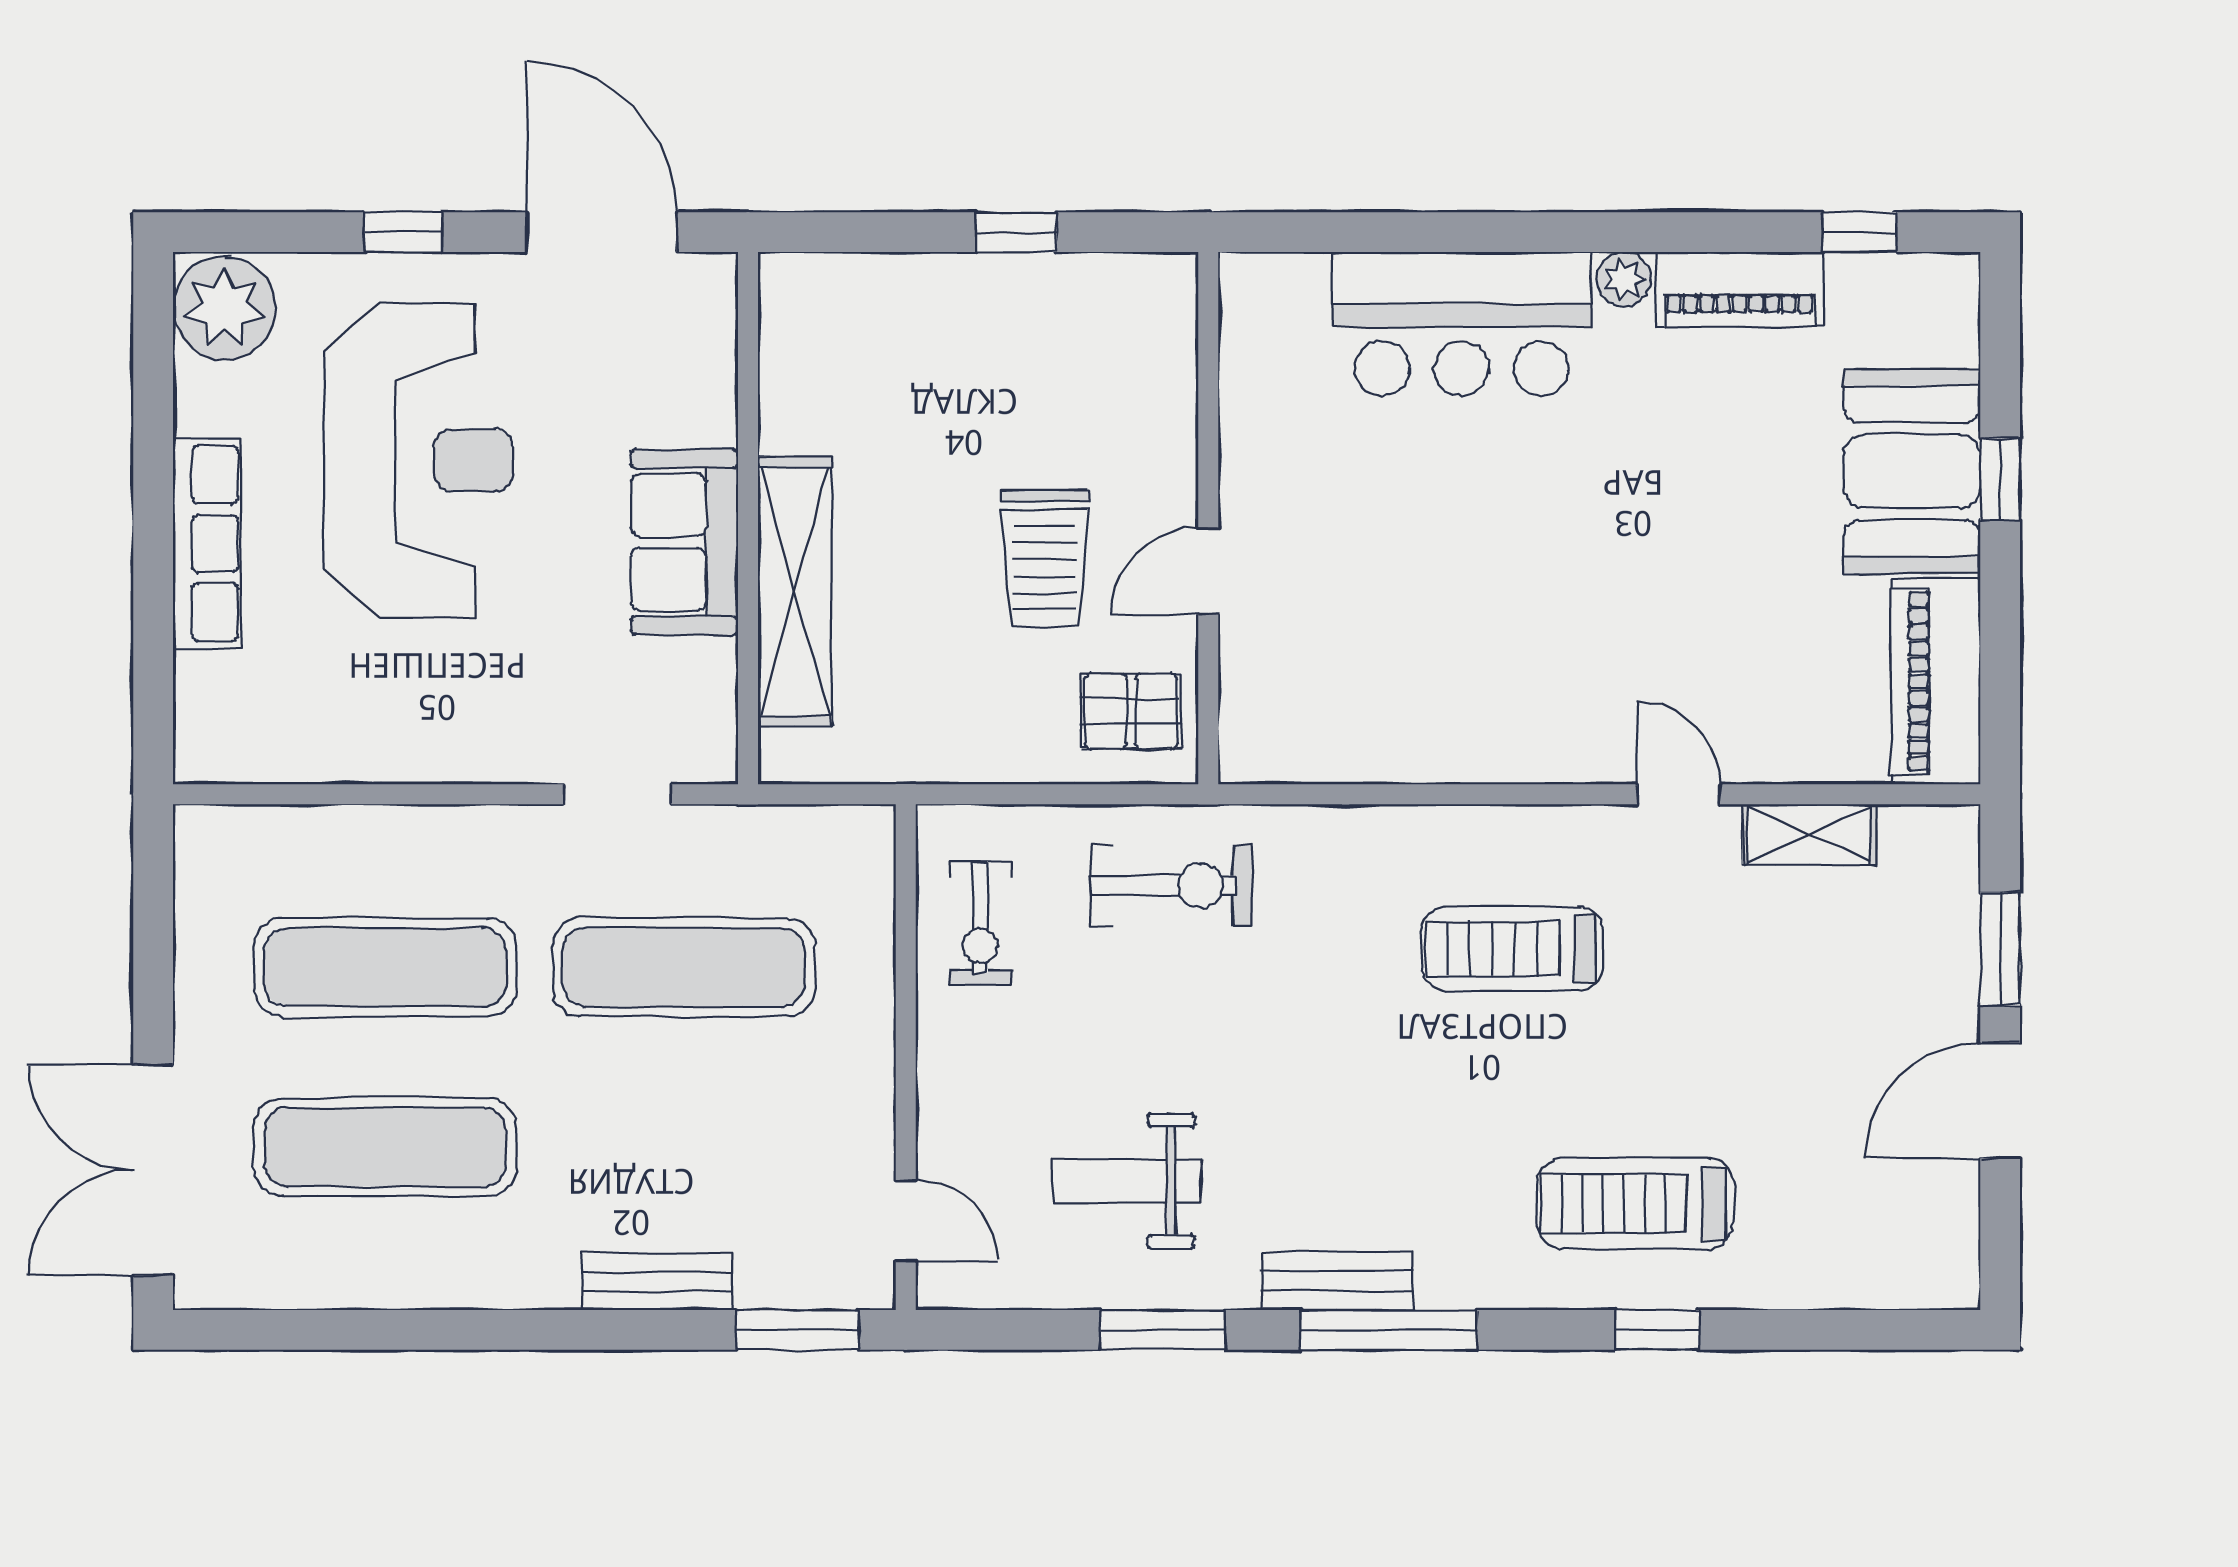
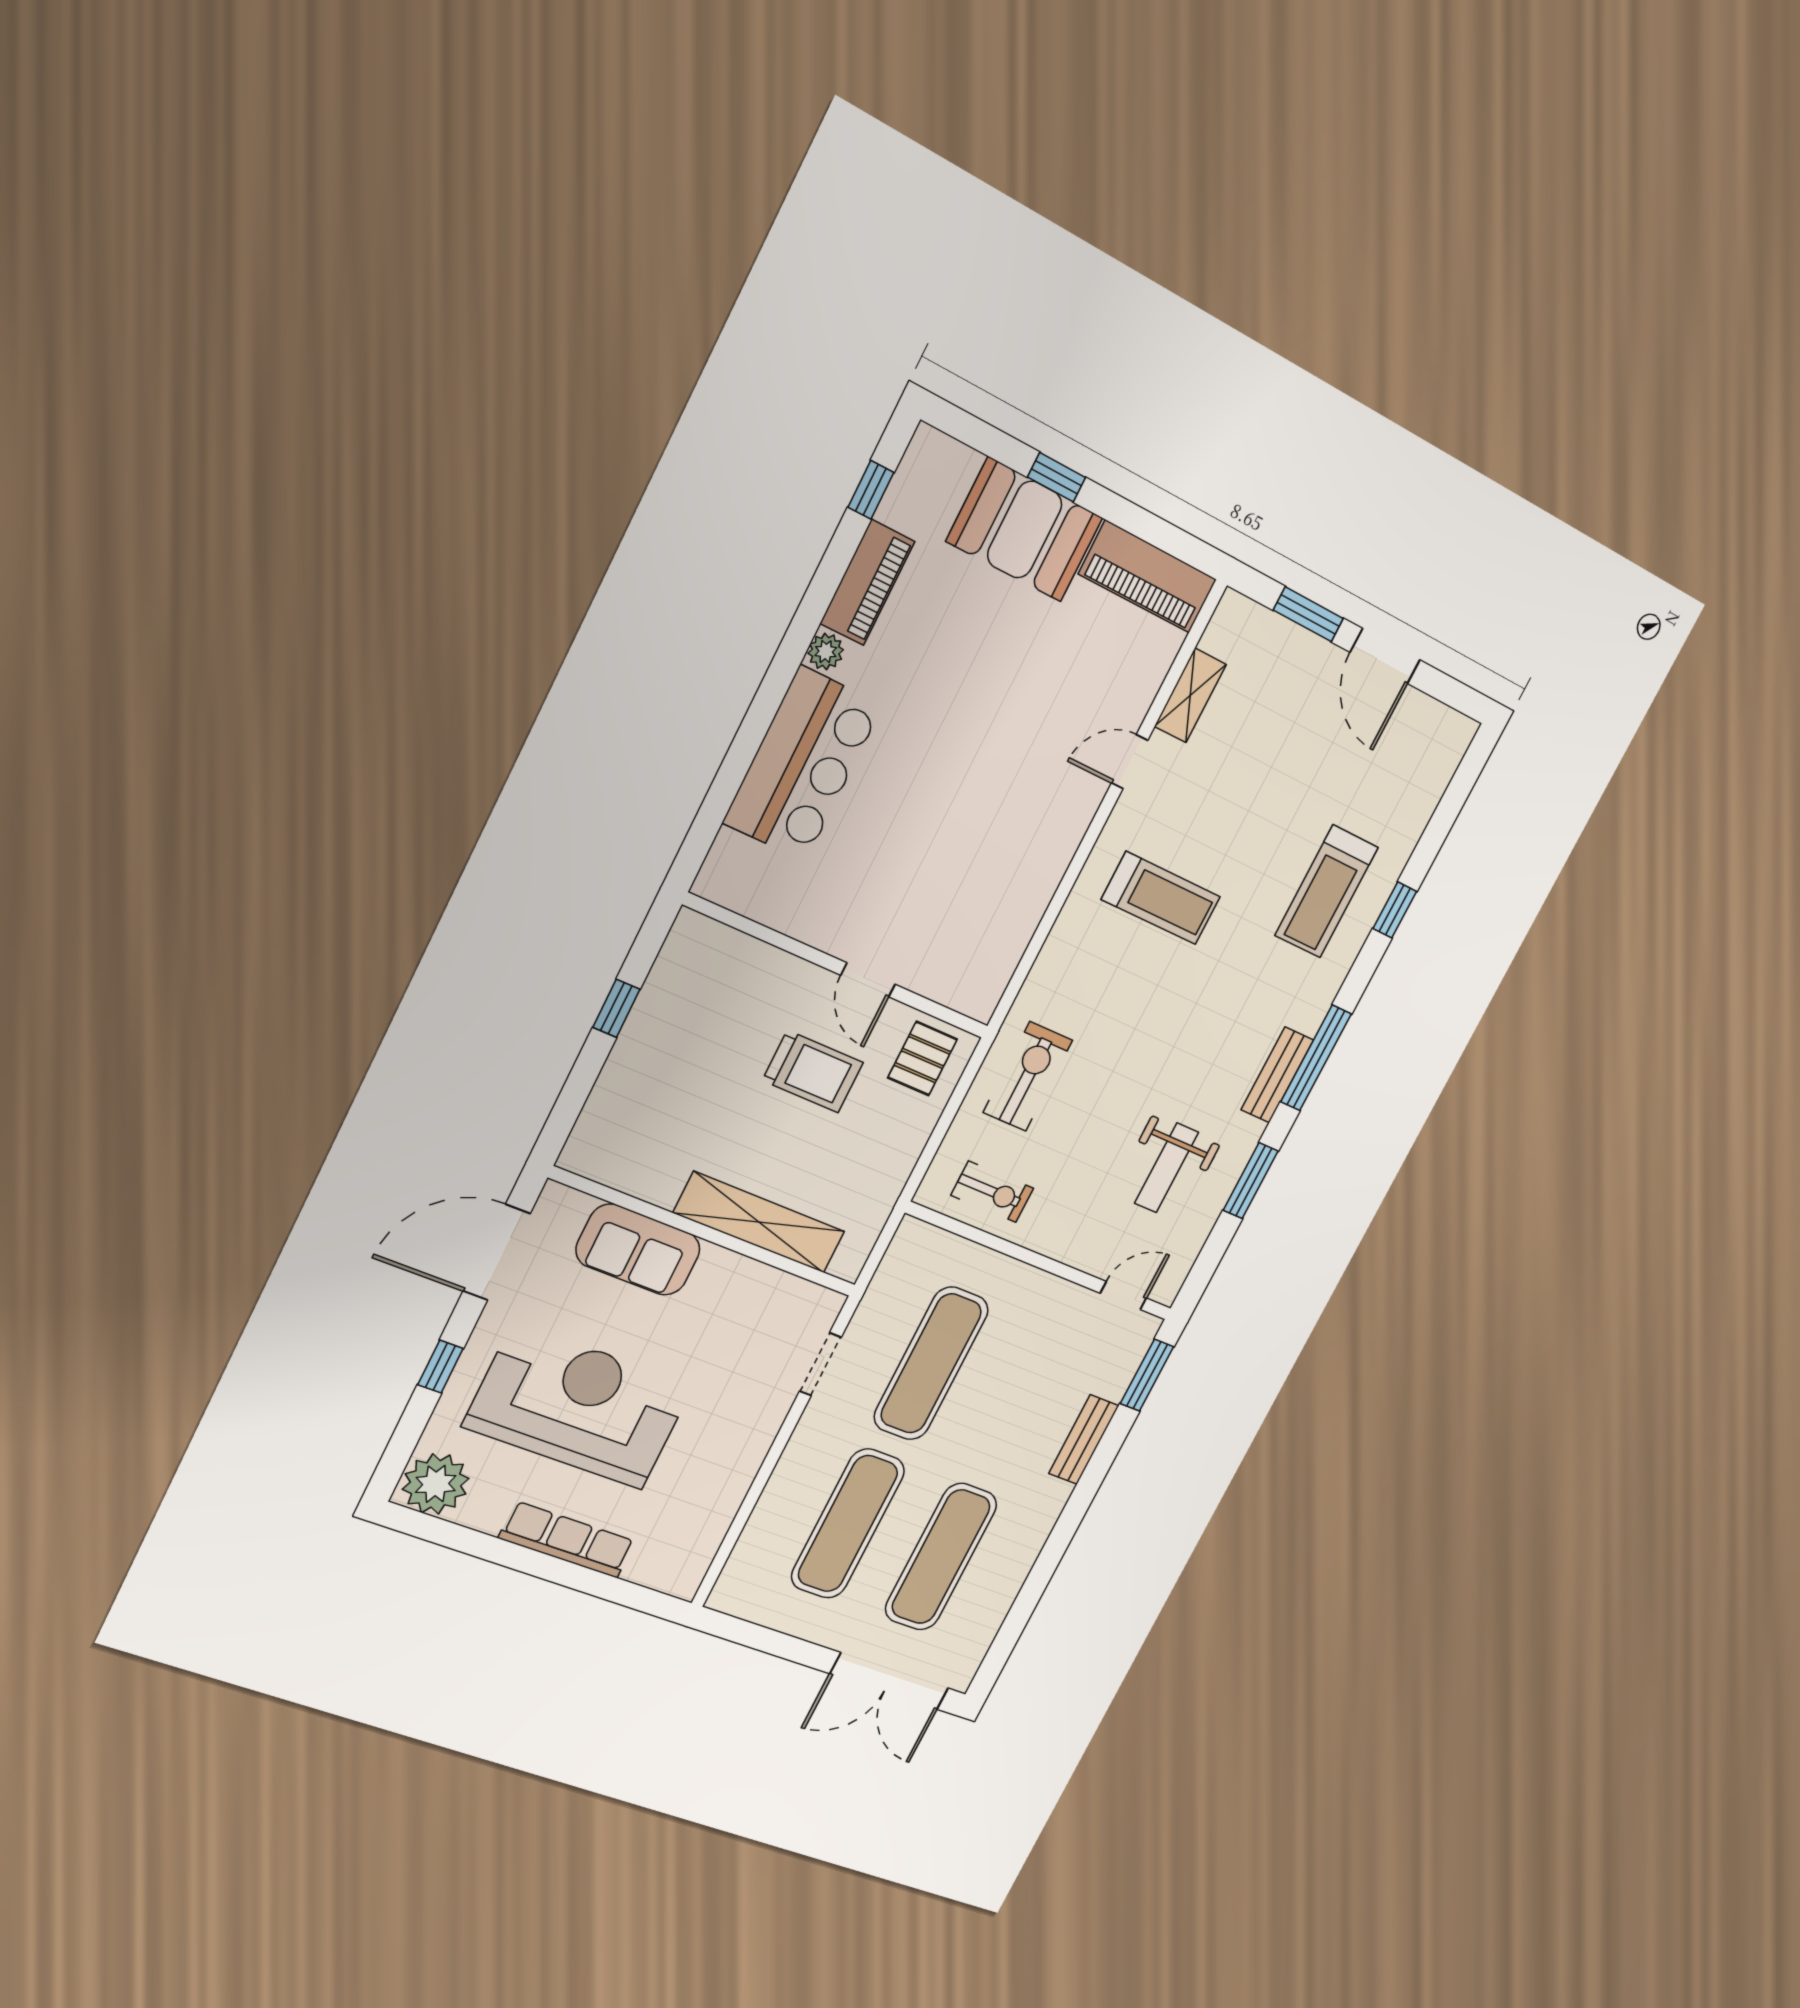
sofa: (685, 542) -> (638, 1250), moved
treadmill: (1512, 949) -> (1161, 898), turned -90

